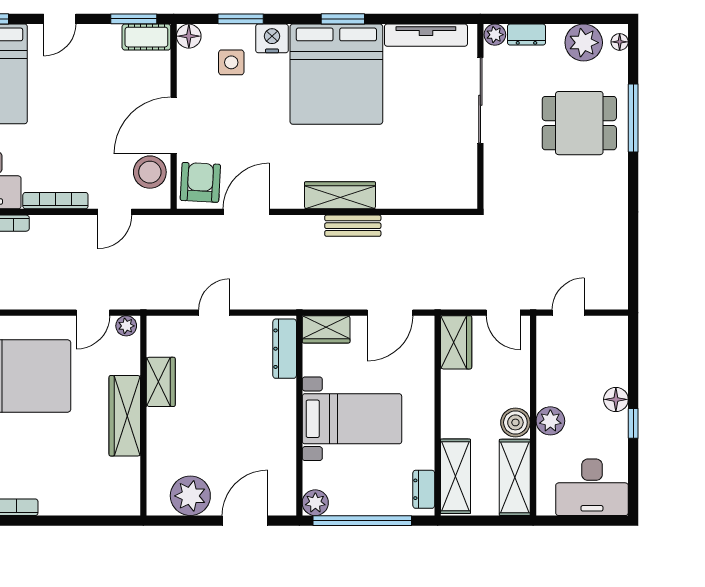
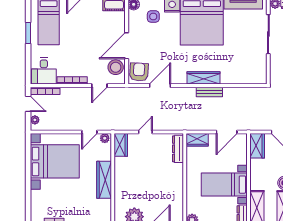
wardrobe: (161, 382) -> (121, 145), moved
bed with nightstands: (352, 419) -> (224, 185), moved, turned 180

